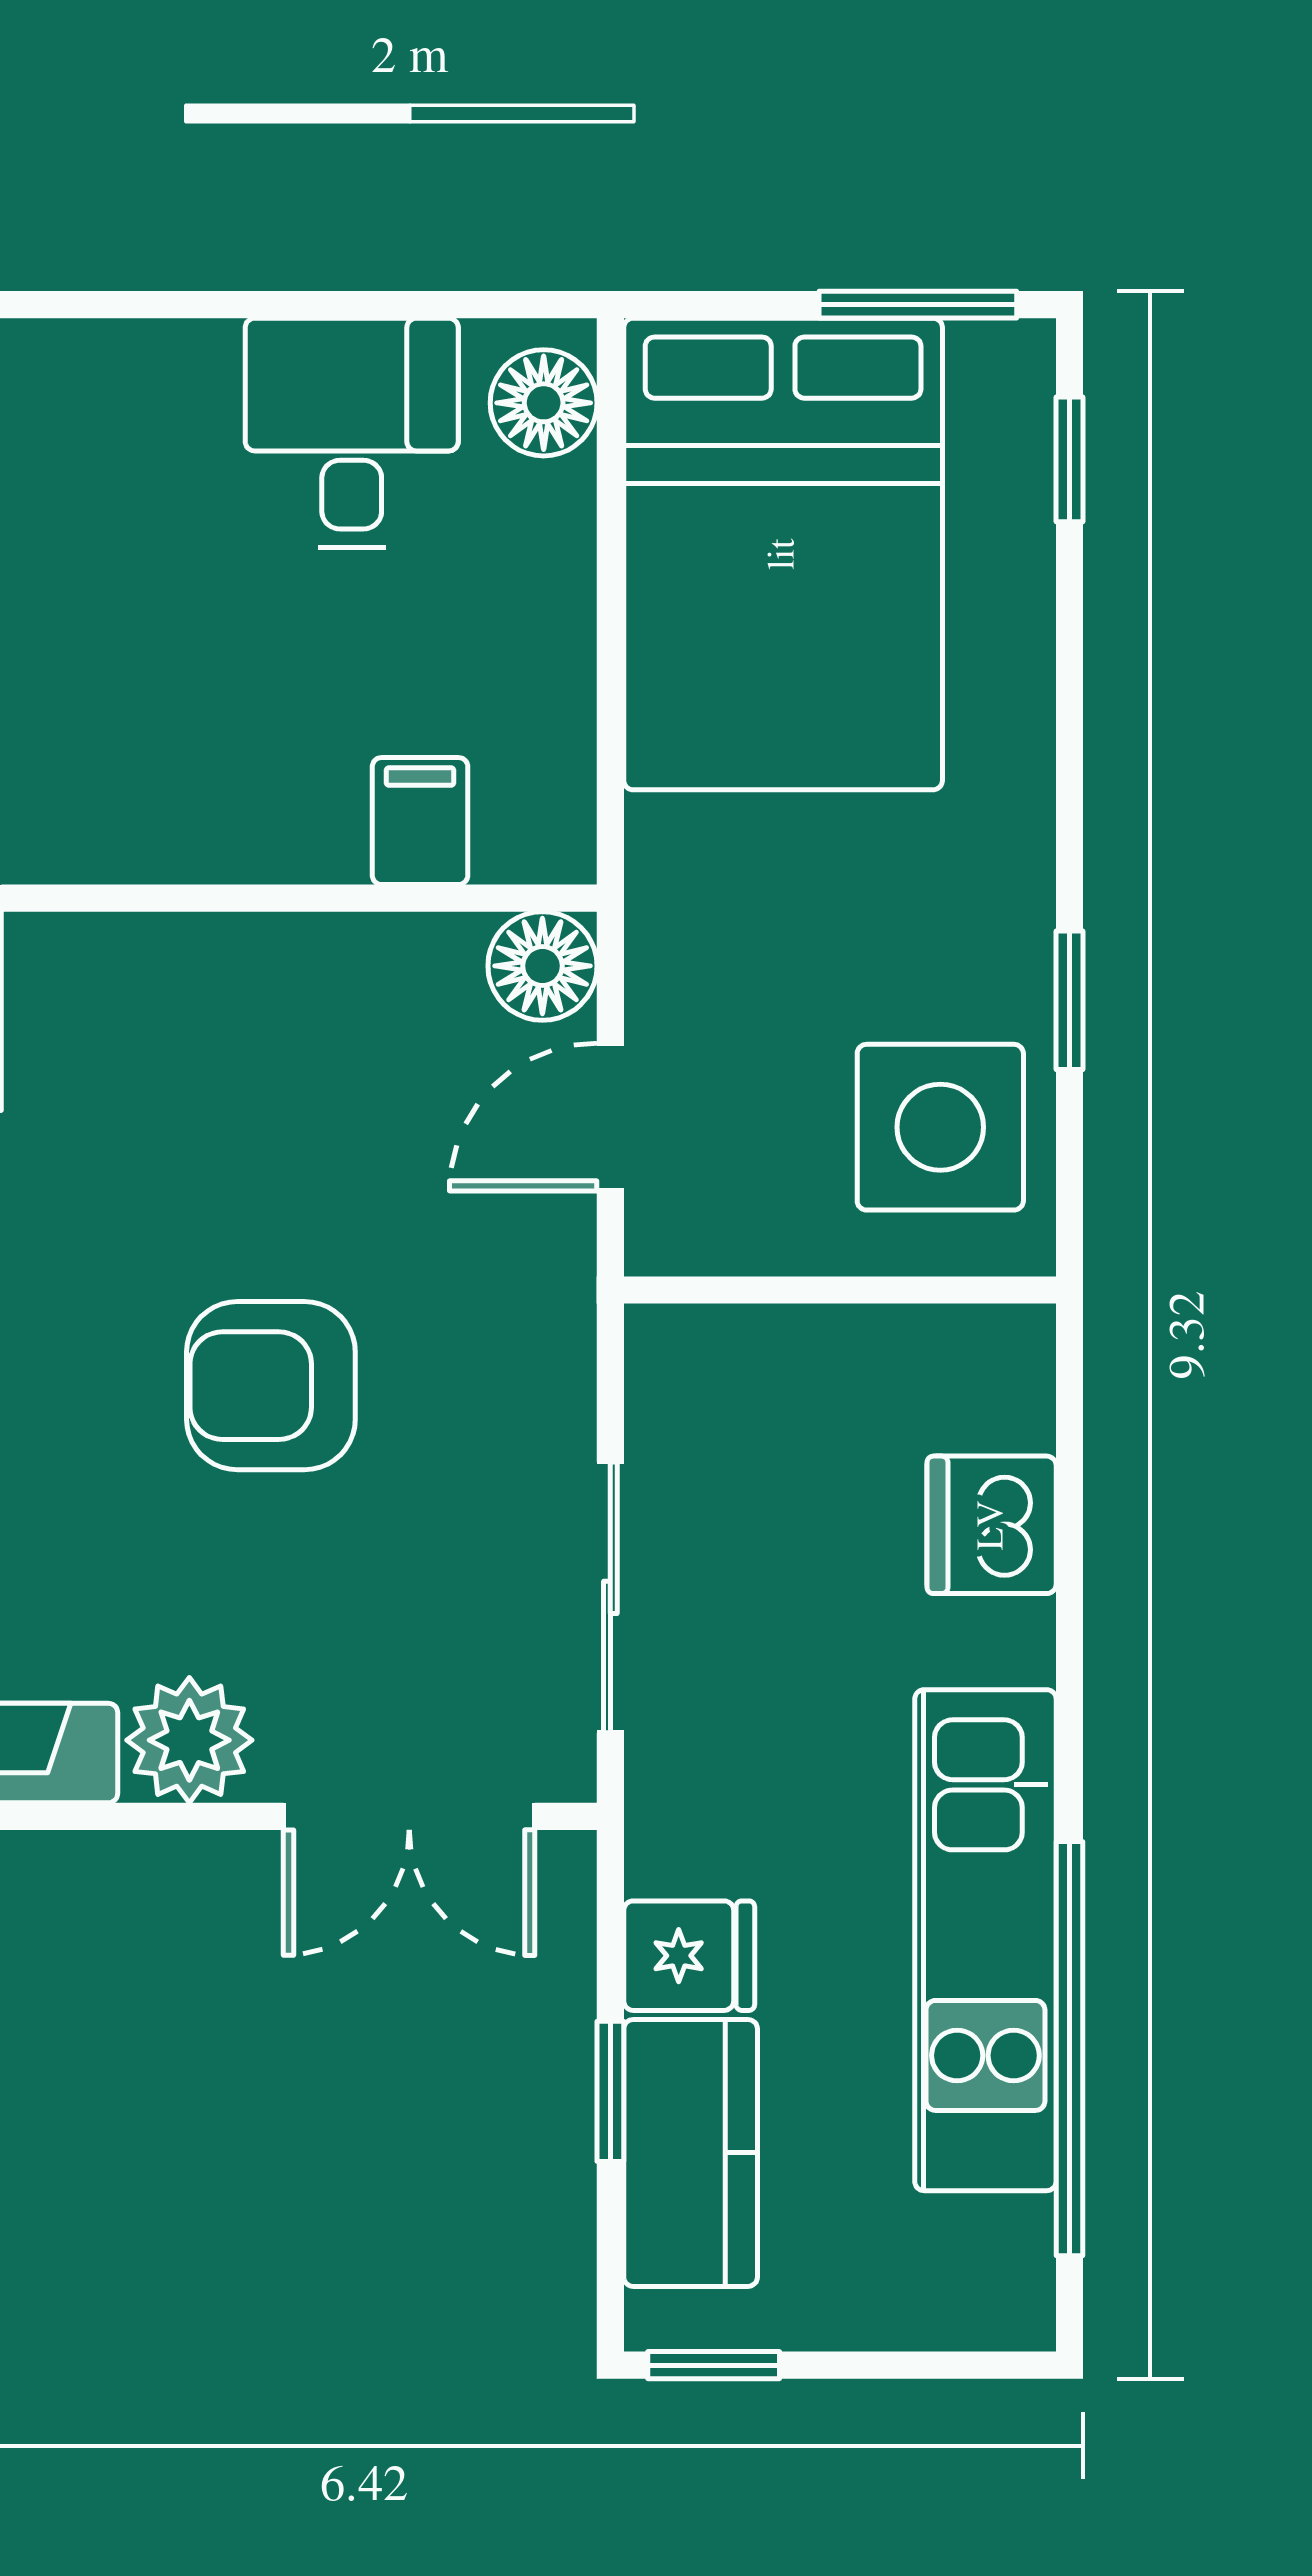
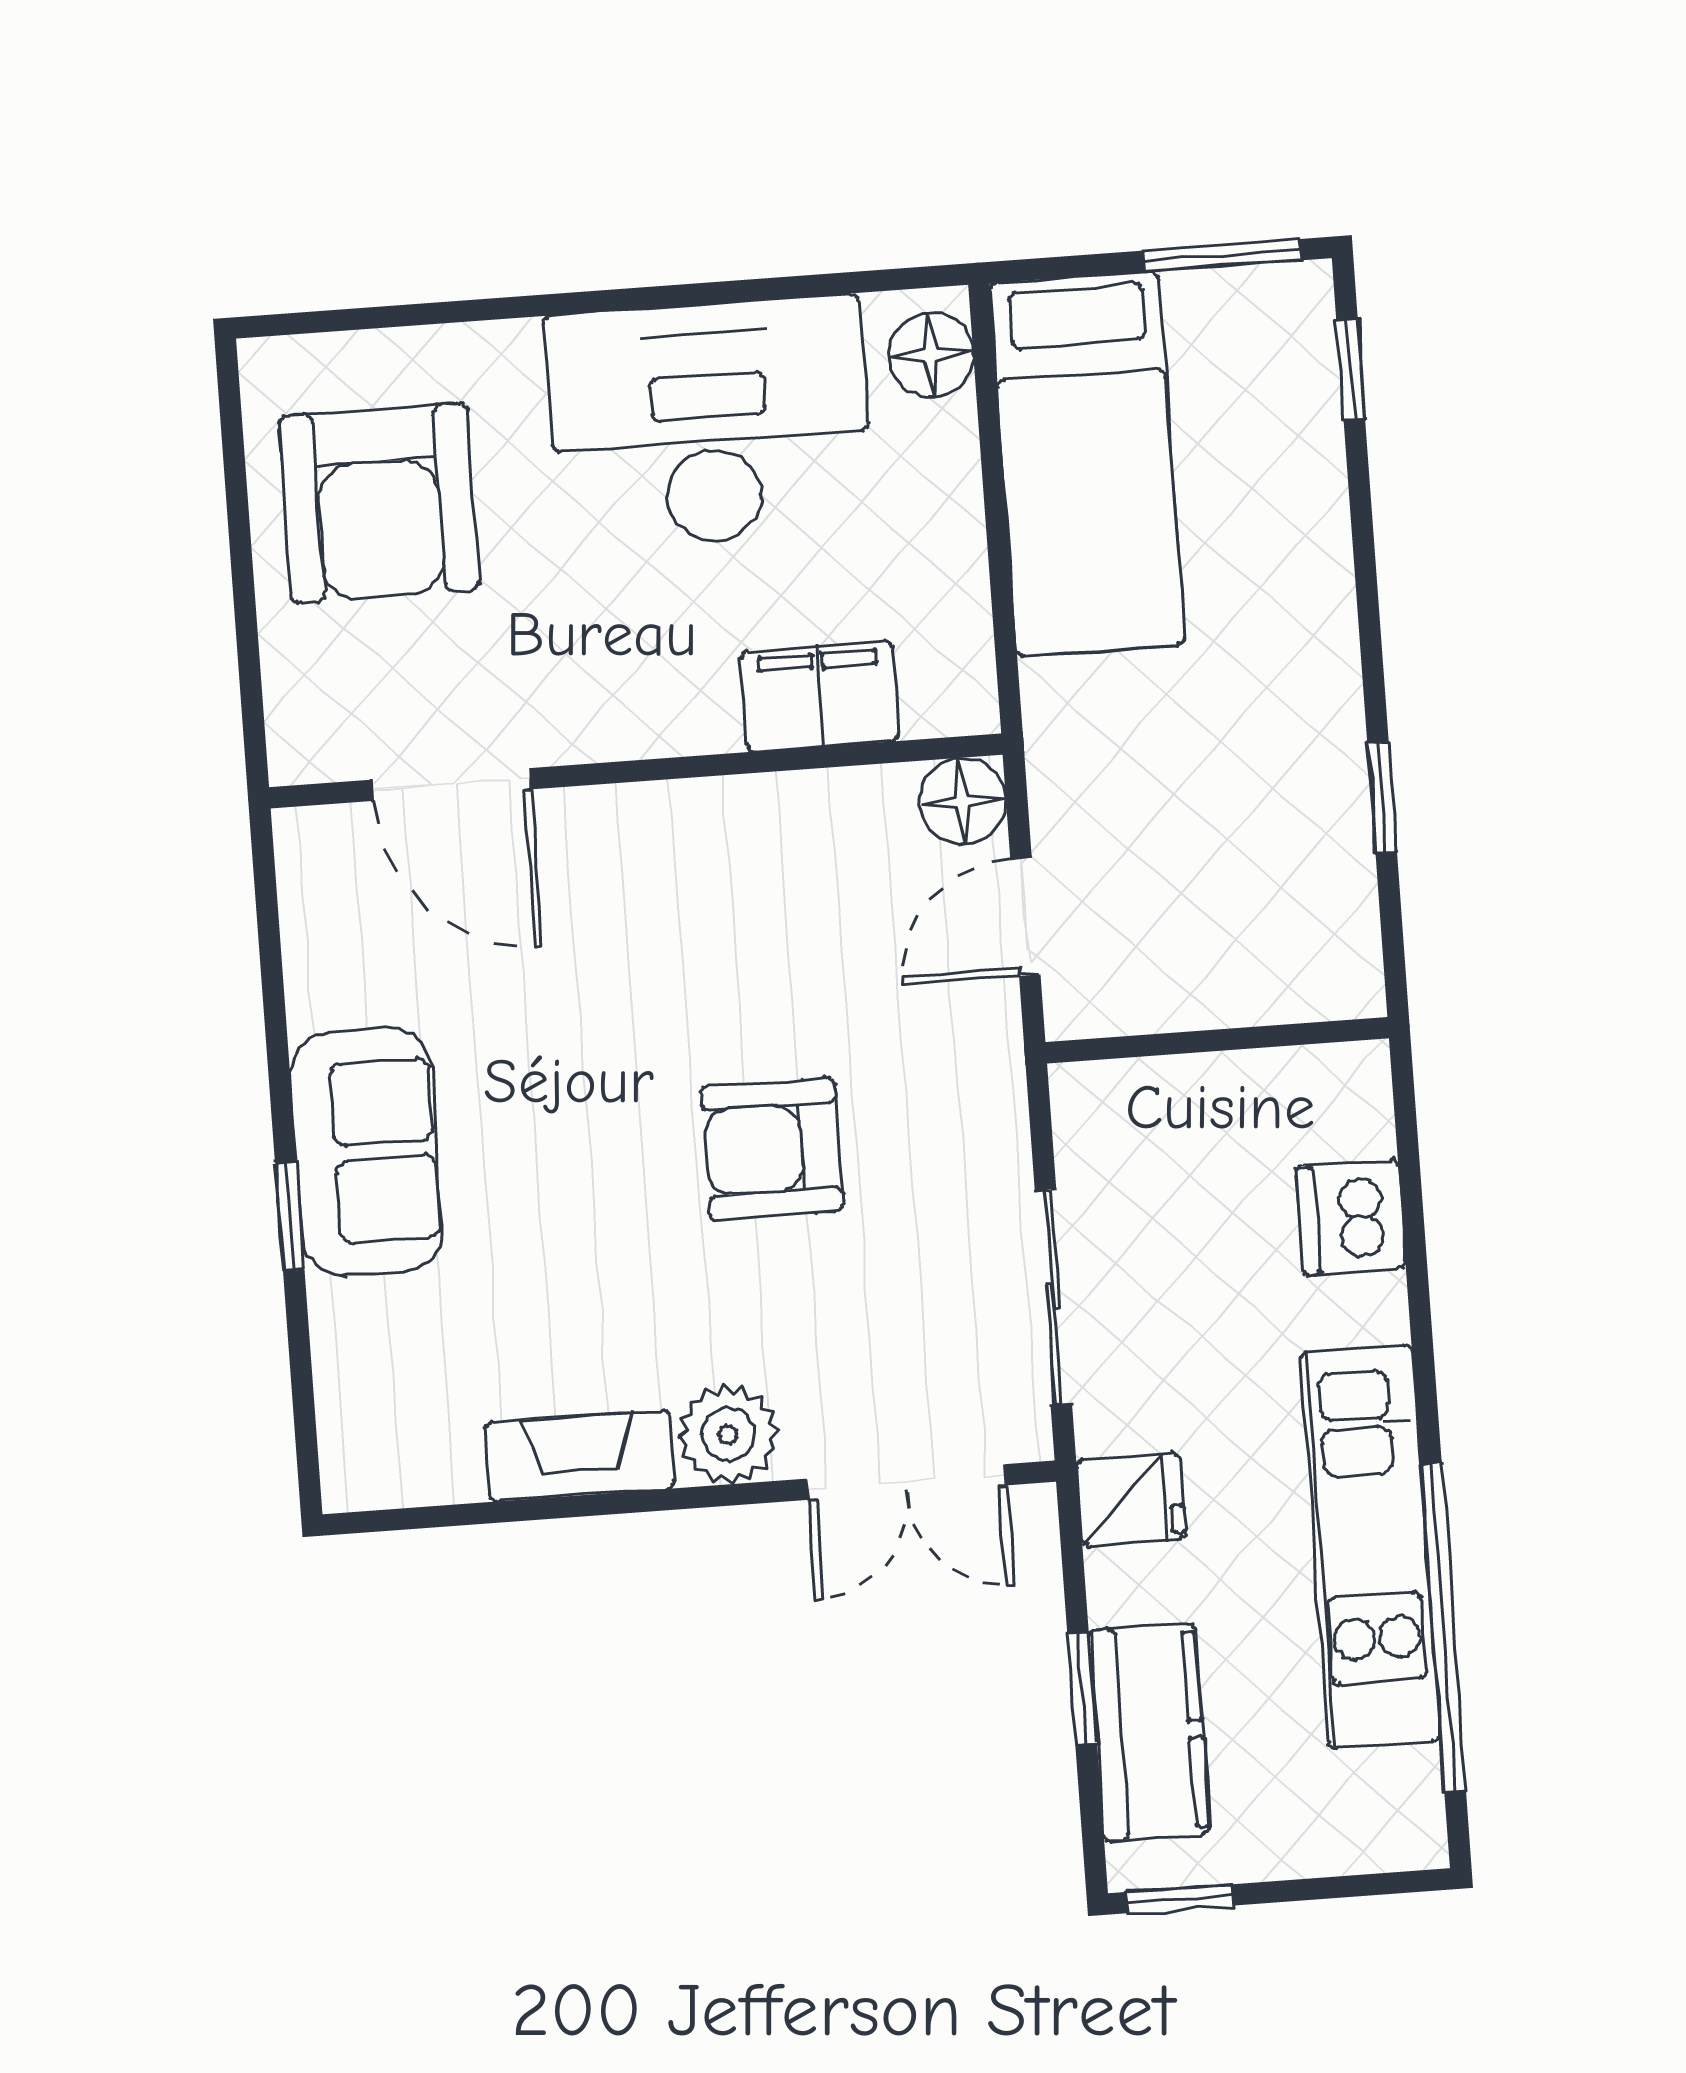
desk: (352, 433) -> (709, 422), width x1.87, depth x1.30
bed: (783, 554) -> (1087, 464), width x0.67
filing cabinet: (420, 821) -> (820, 696), width x2.00
side table: (940, 1127) -> (1287, 905), removed
fridge: (689, 1956) -> (1131, 1499), moved

